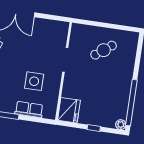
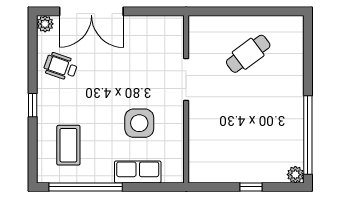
fridge: (69, 110) -> (205, 163), removed

